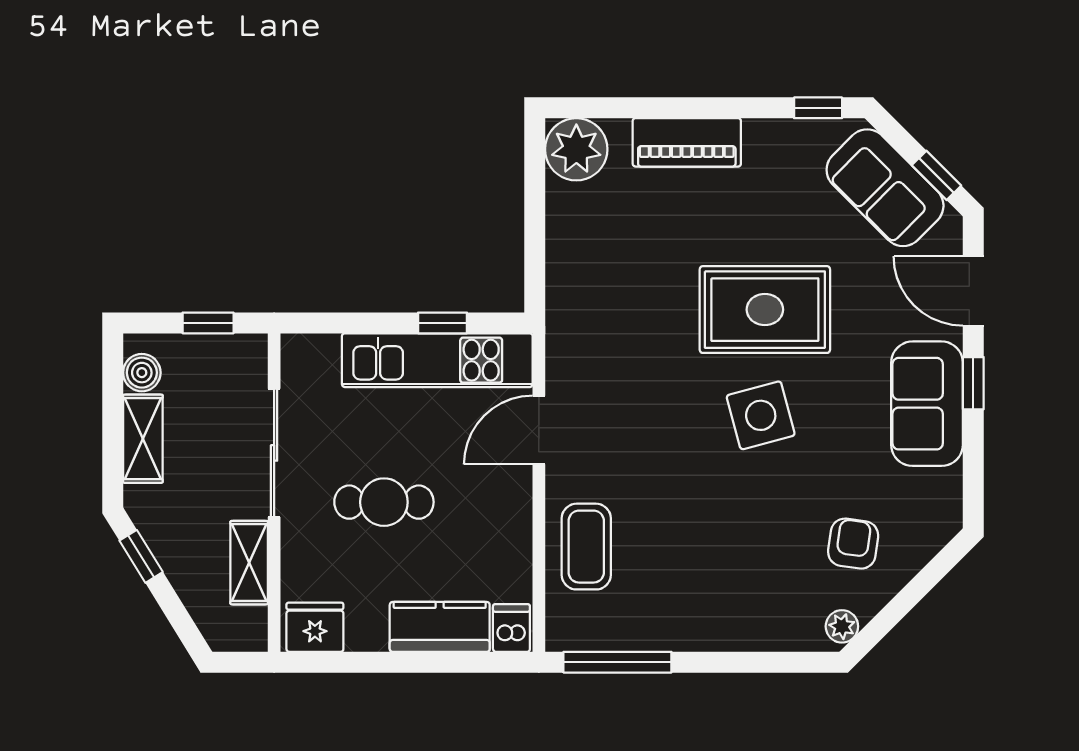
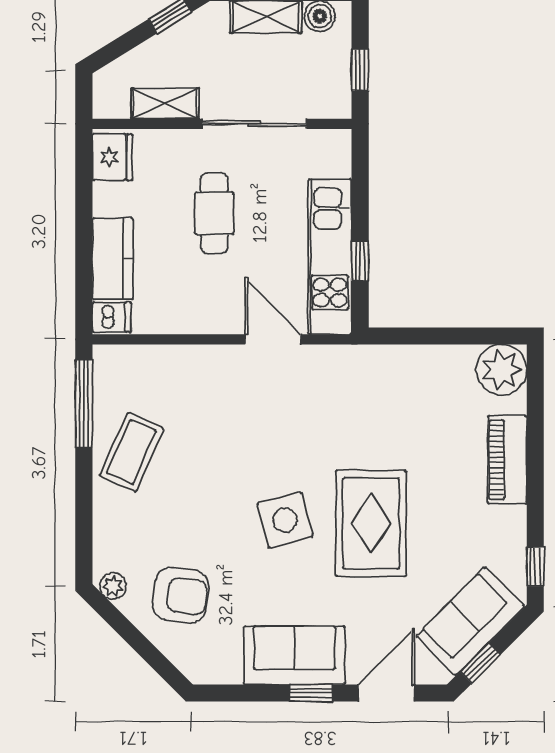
armchair: (853, 544) -> (180, 595), width x1.38, depth x1.38
coffee table: (586, 547) -> (132, 452), moved, turned -66

